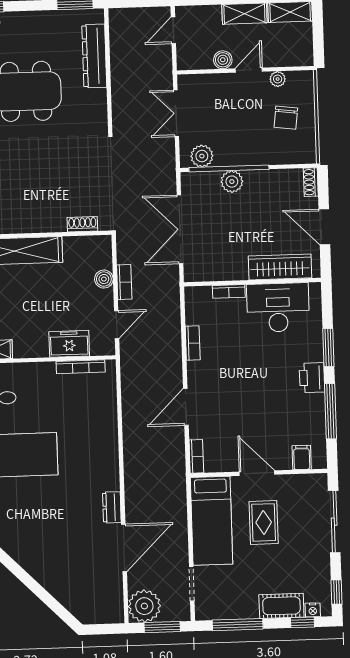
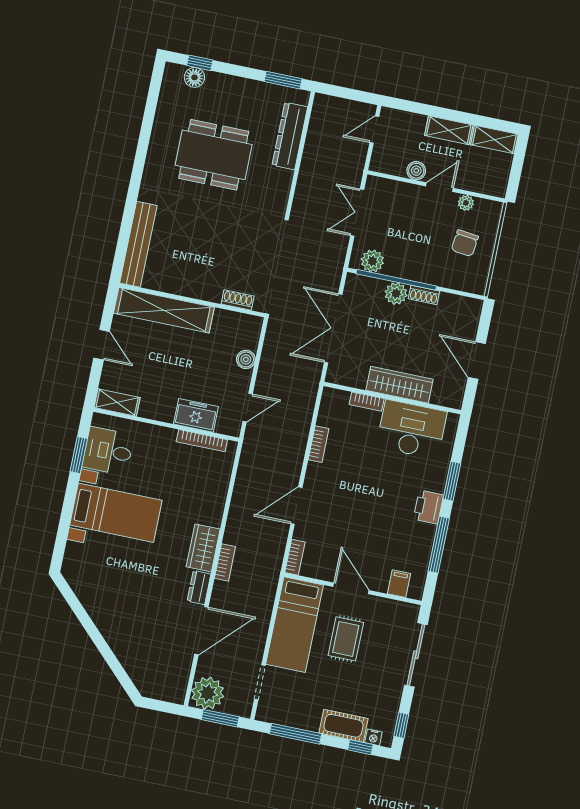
shoe rack: (311, 182) -> (424, 295), moved, turned -90
wardrobe: (280, 267) -> (399, 385), moved
bookcase: (124, 282) -> (225, 562), moved
wardrobe: (107, 469) -> (203, 548), added

